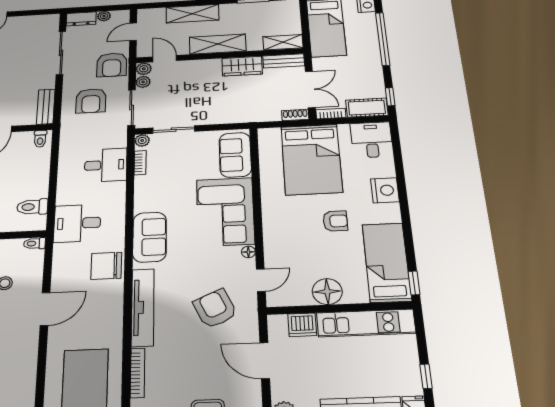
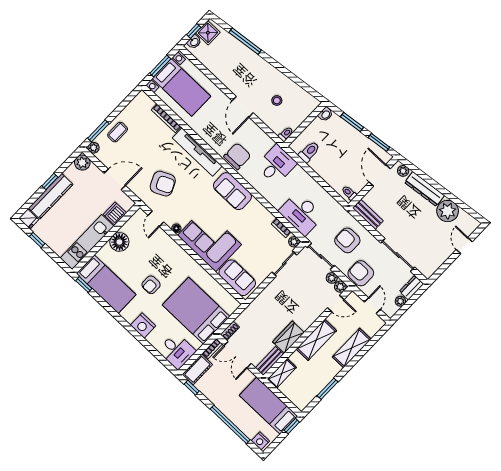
desk: (106, 165) -> (301, 214), width x1.37

